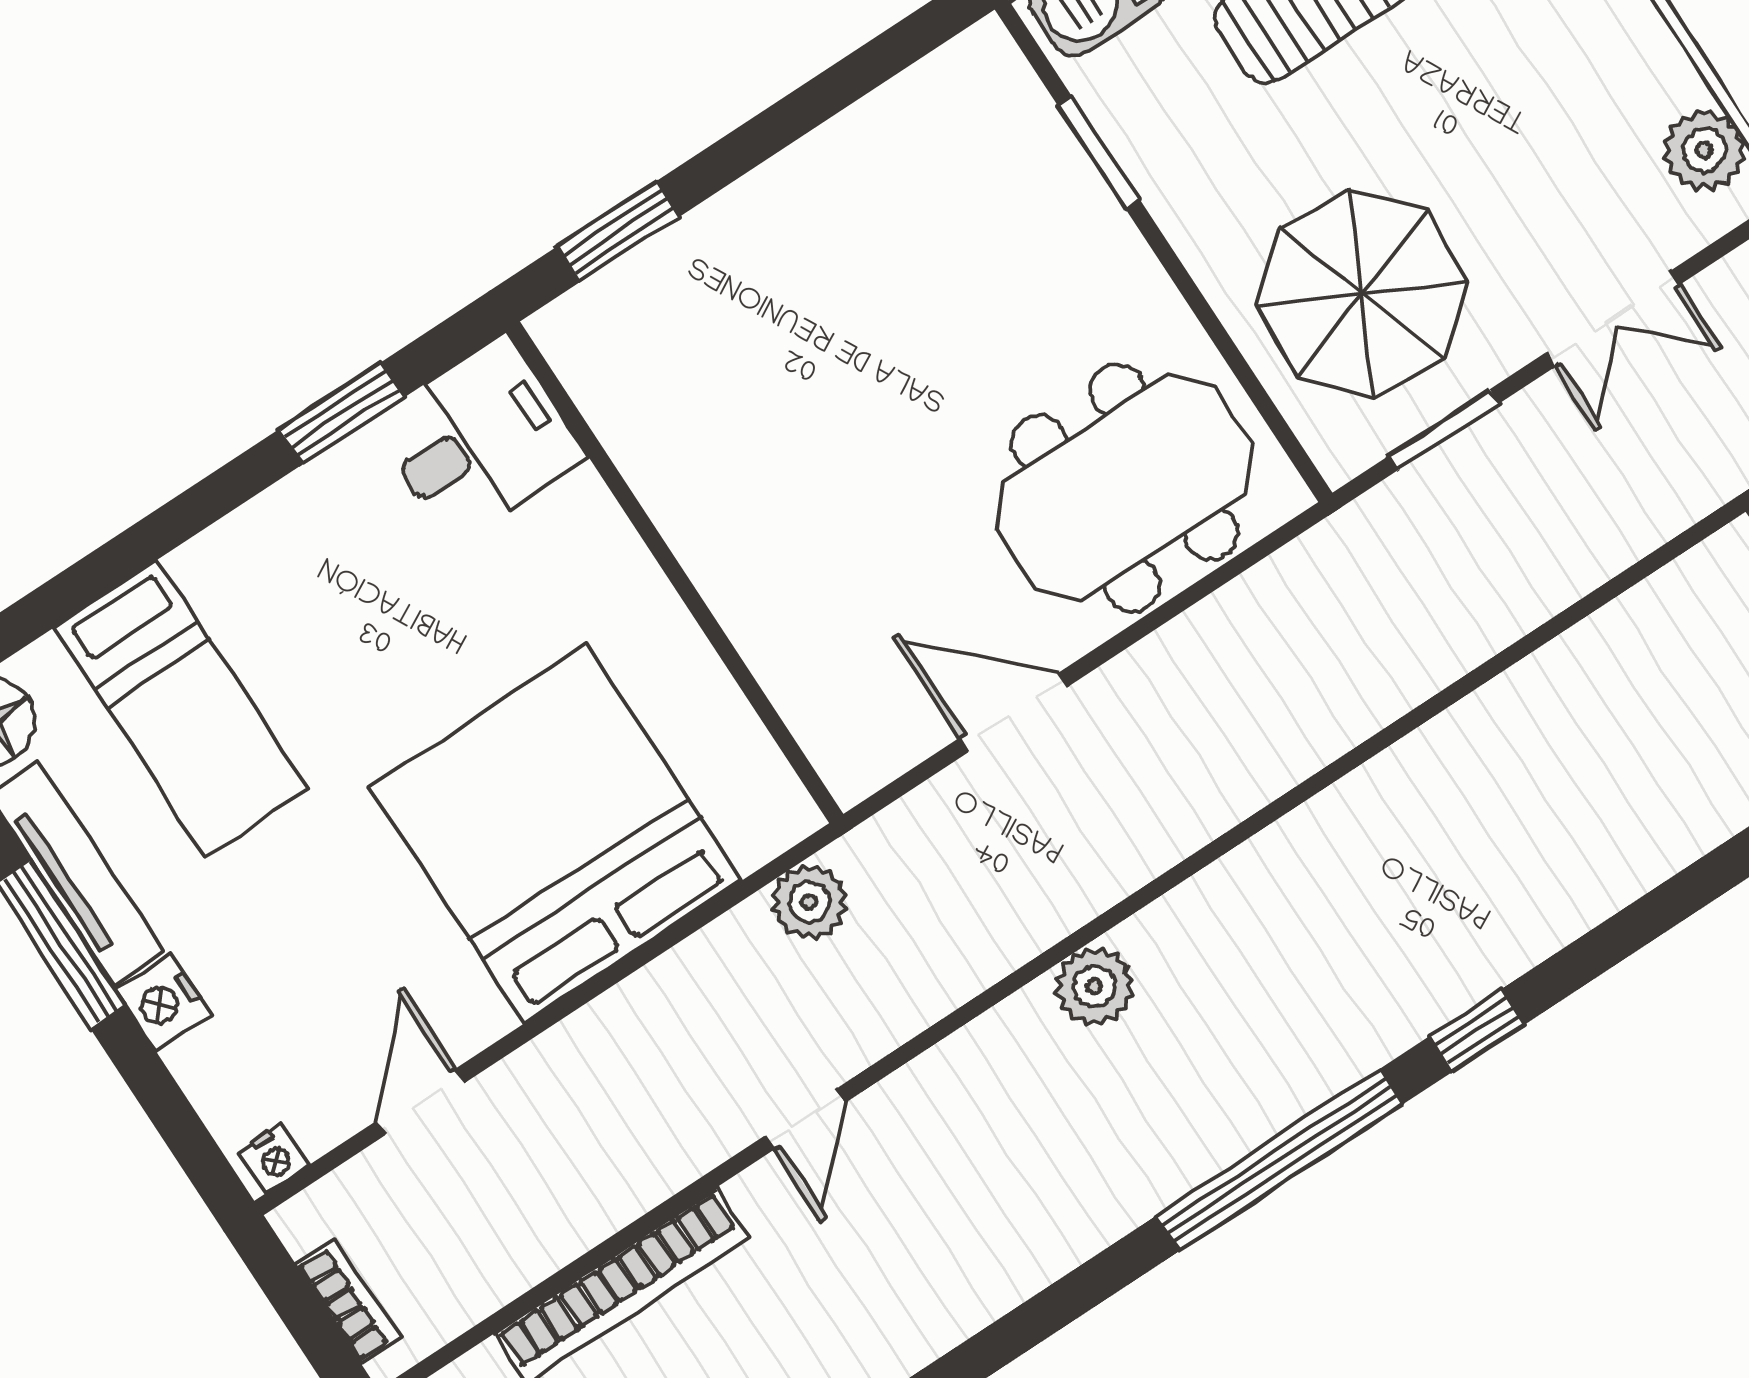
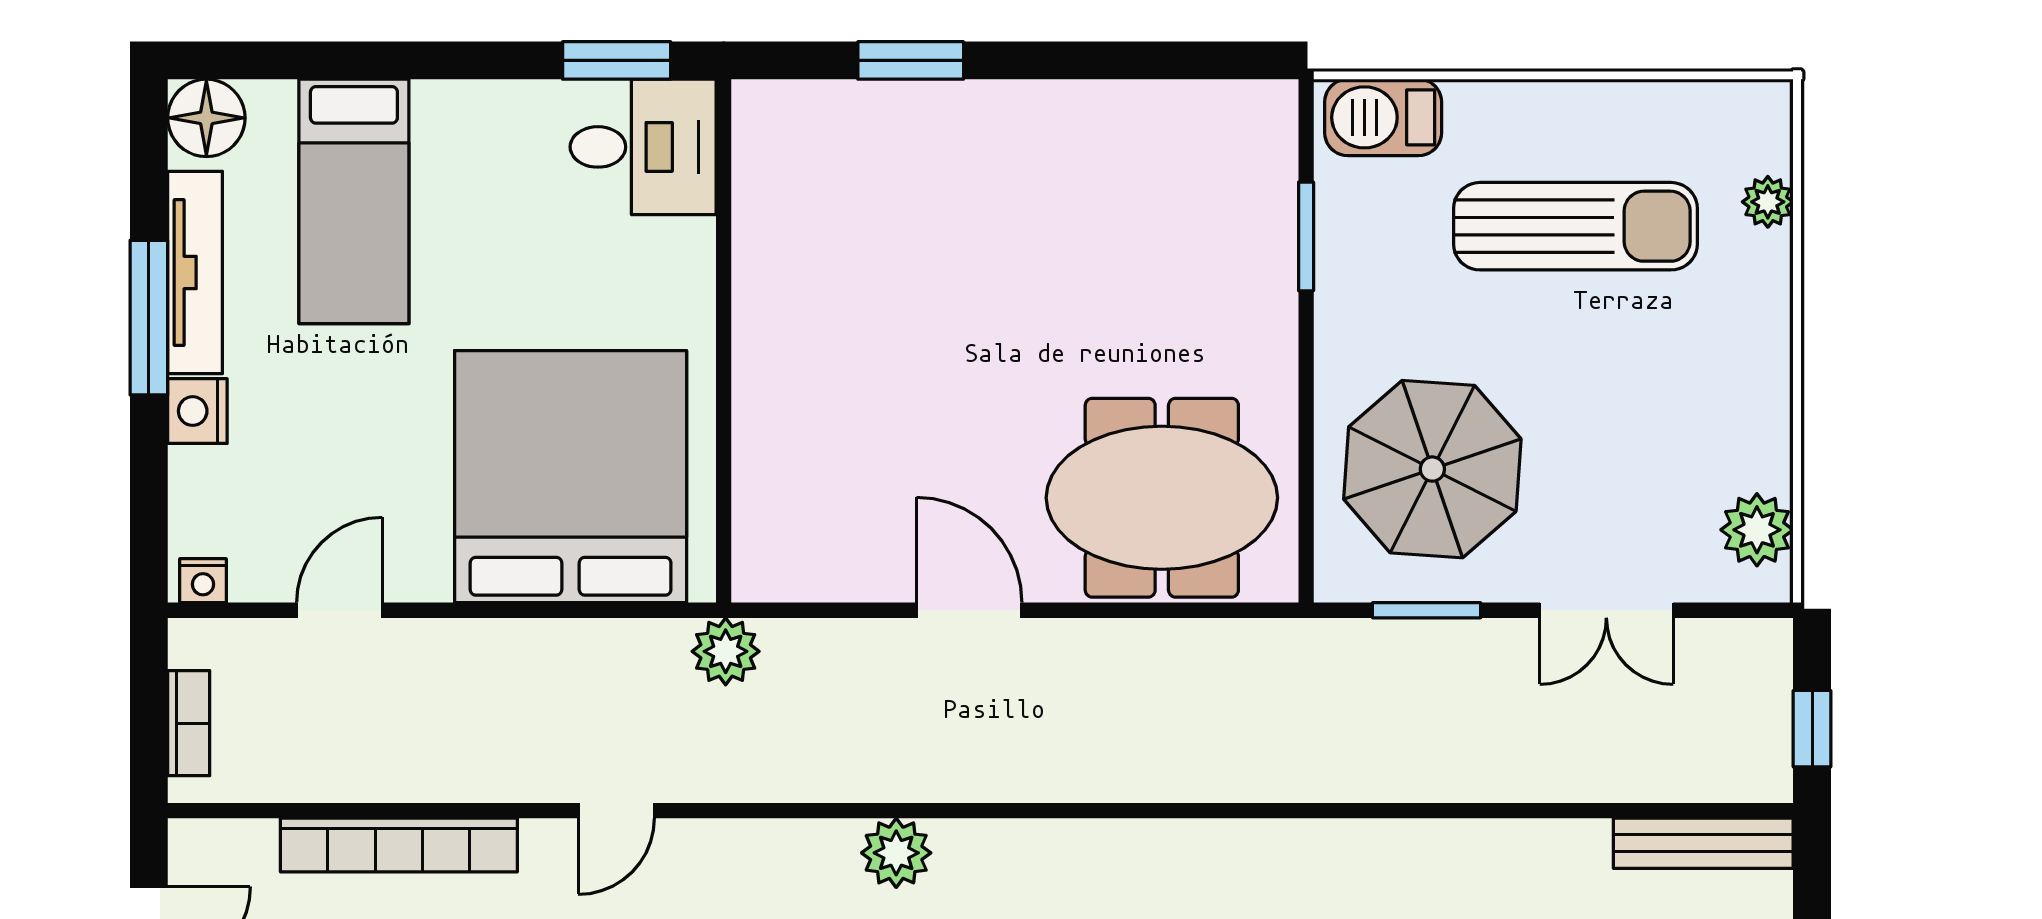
desk: (479, 440) -> (643, 147), moved
wall: (675, 572) -> (724, 341), moved

